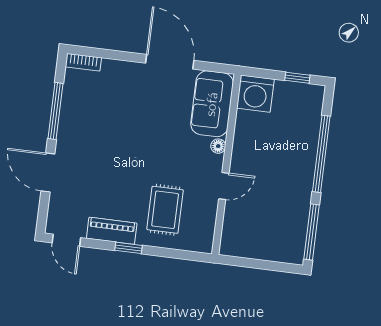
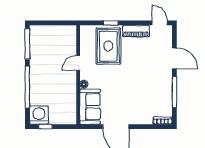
washing machine: (255, 94) -> (39, 115), moved
rug: (165, 210) -> (108, 46), width x1.36, depth x1.43
window: (128, 248) -> (111, 23), moved

